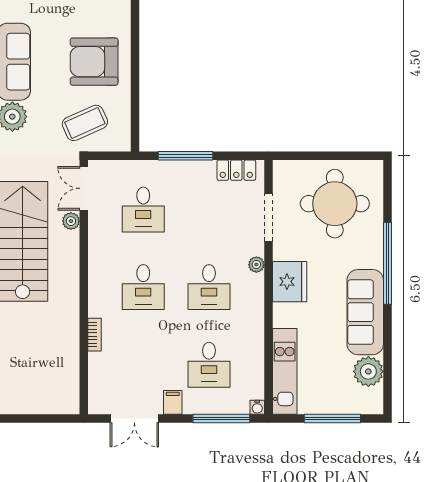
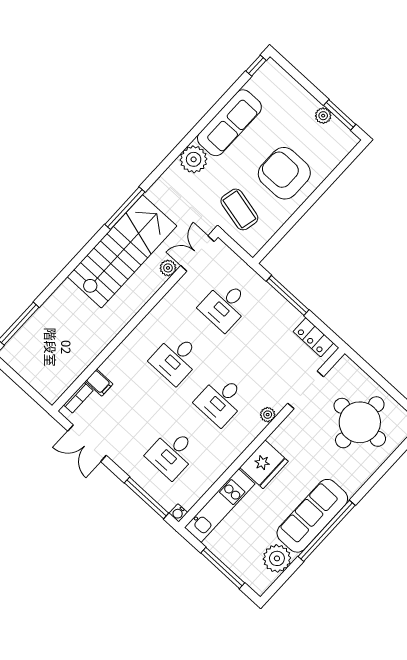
coffee table: (85, 123) -> (239, 209), turned 37
window: (387, 263) -> (327, 531), moved
fridge: (290, 282) -> (264, 464), moved
bookcase: (94, 335) -> (78, 398), moved
filing cabinet: (173, 402) -> (99, 383), moved, turned 90

